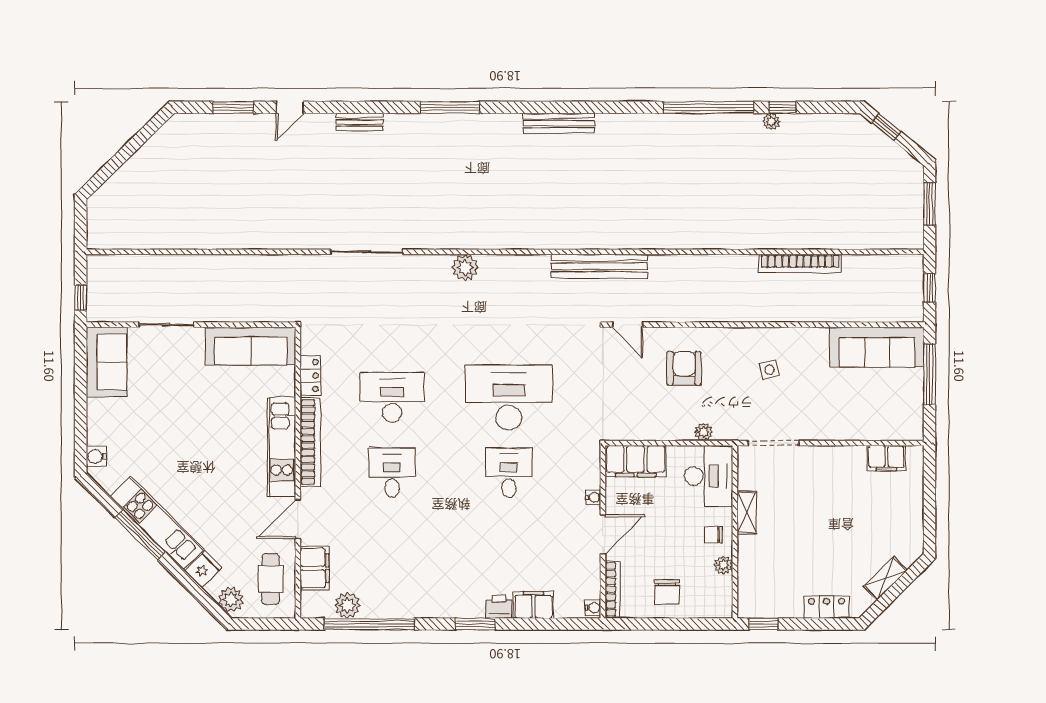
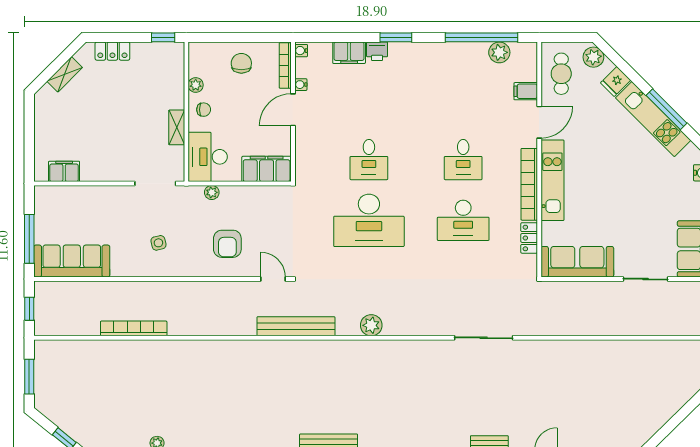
plant: (465, 267) -> (371, 325), moved
water cooler: (593, 497) -> (301, 85), moved
filing cabinet: (315, 568) -> (526, 91), width x0.50

